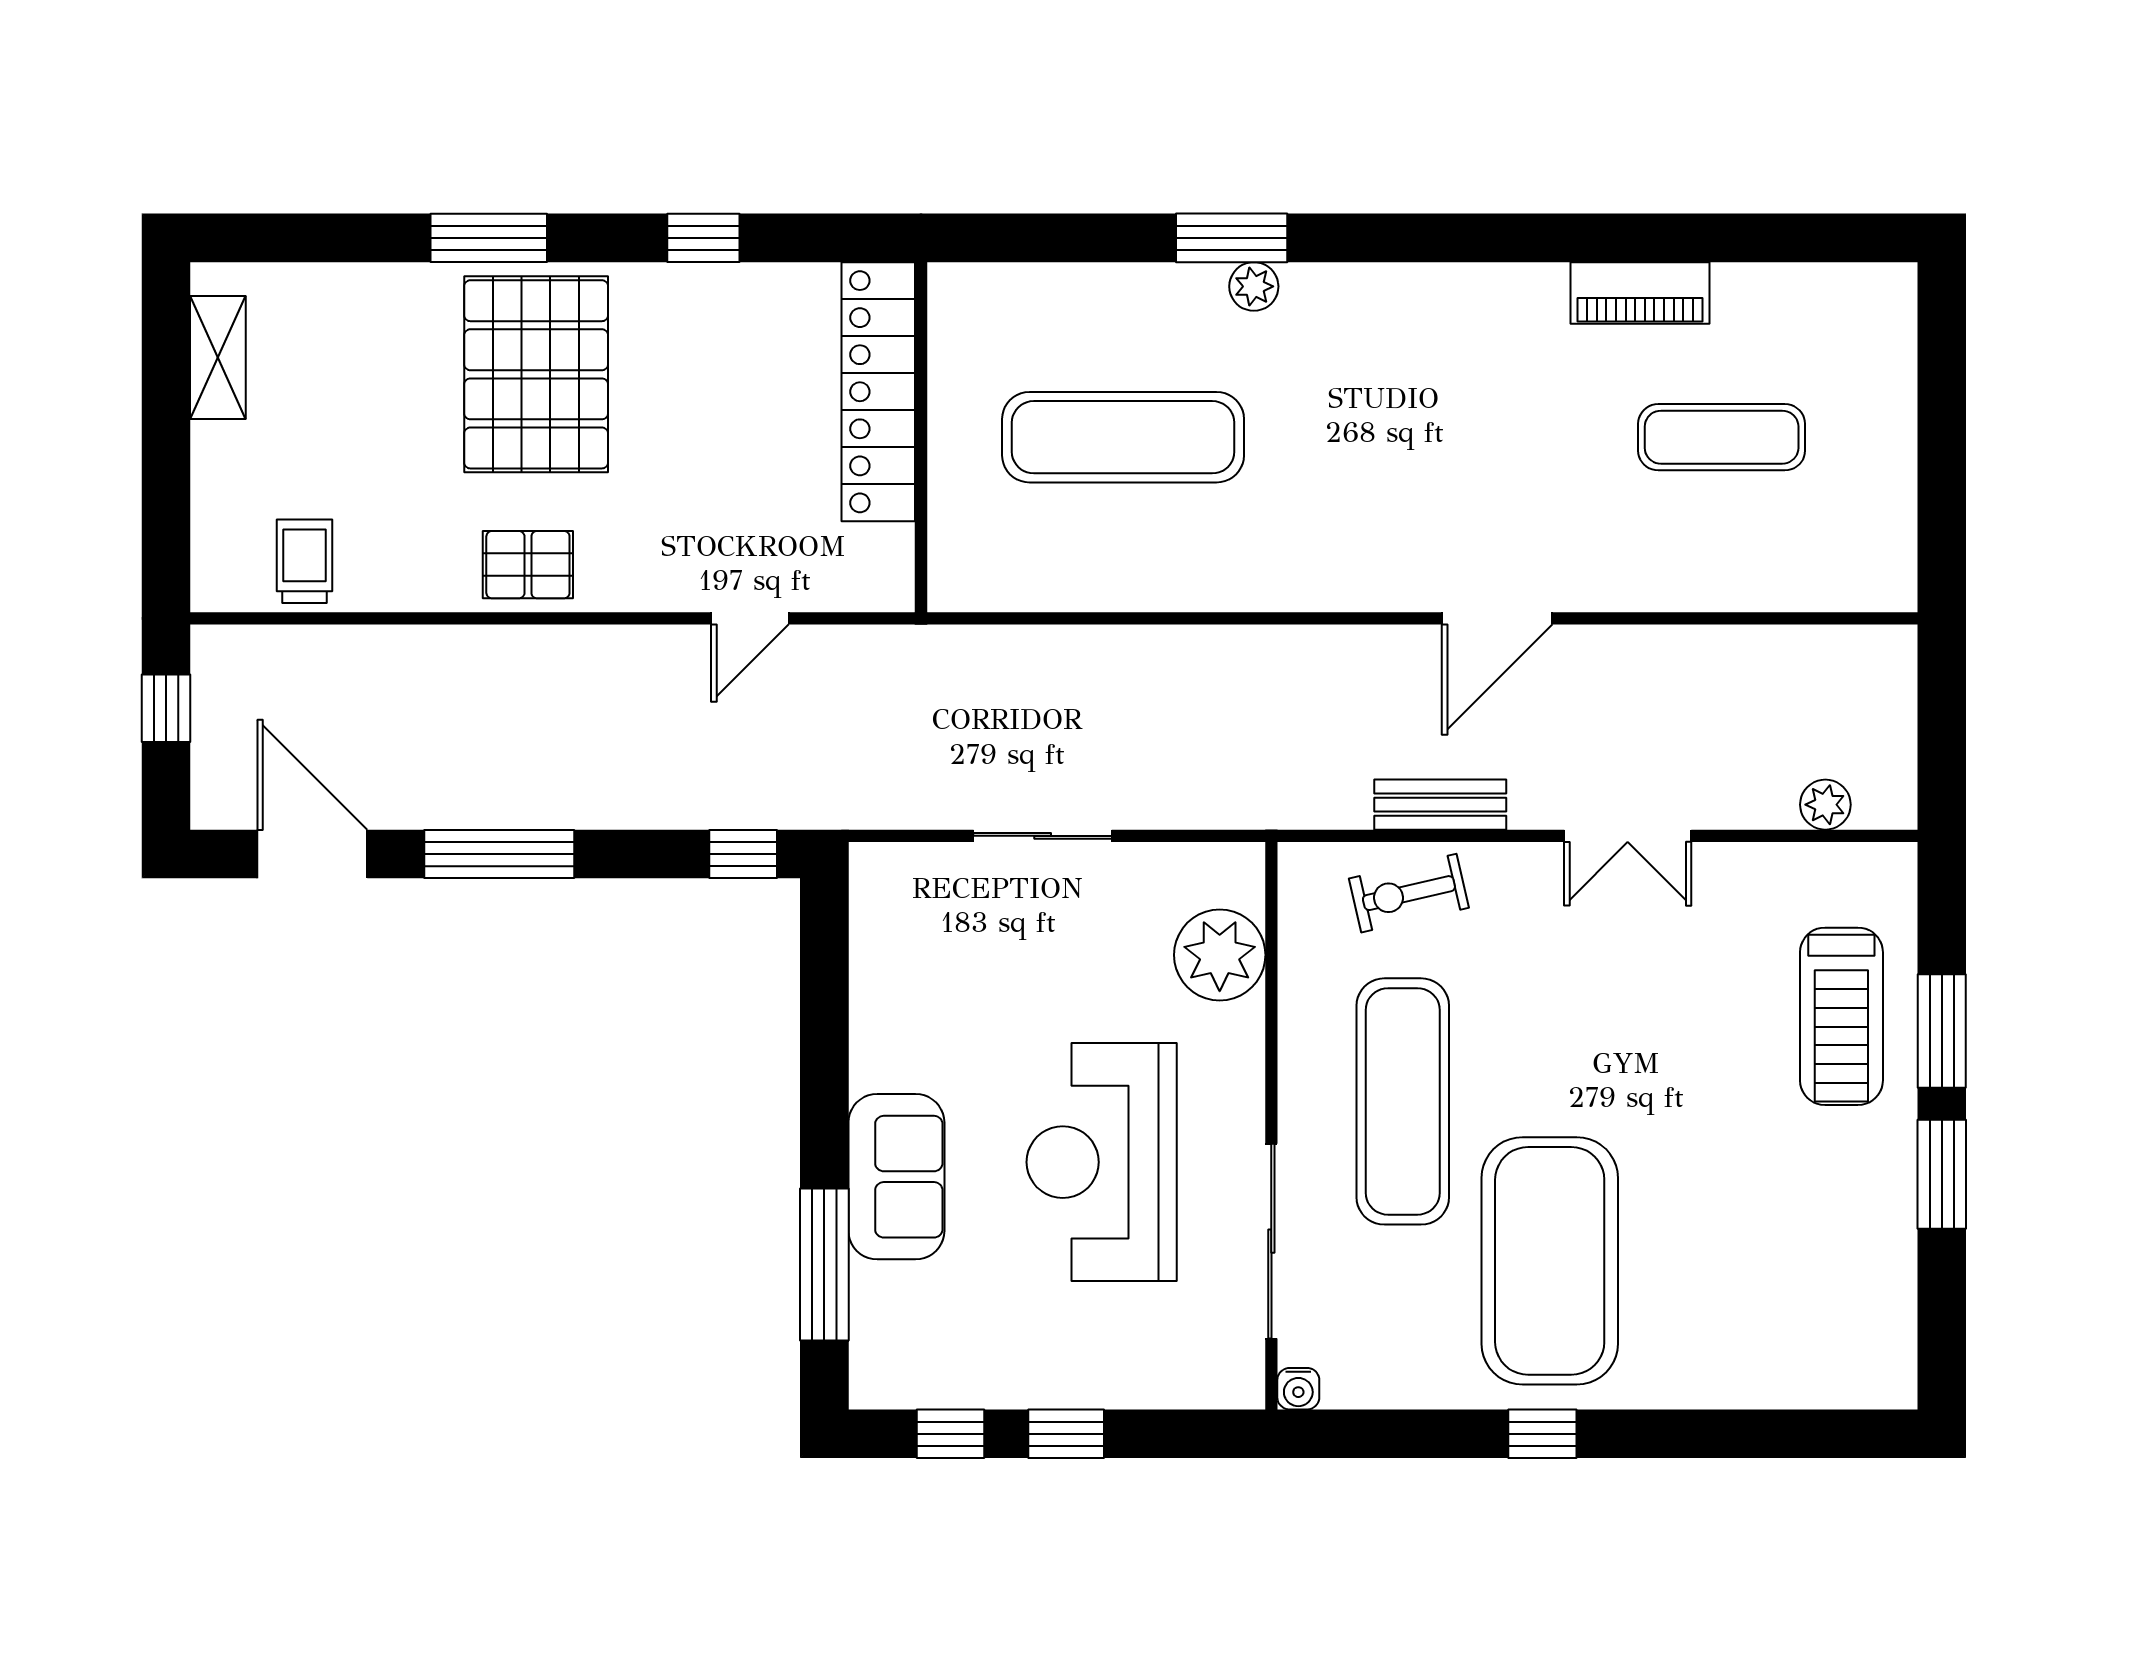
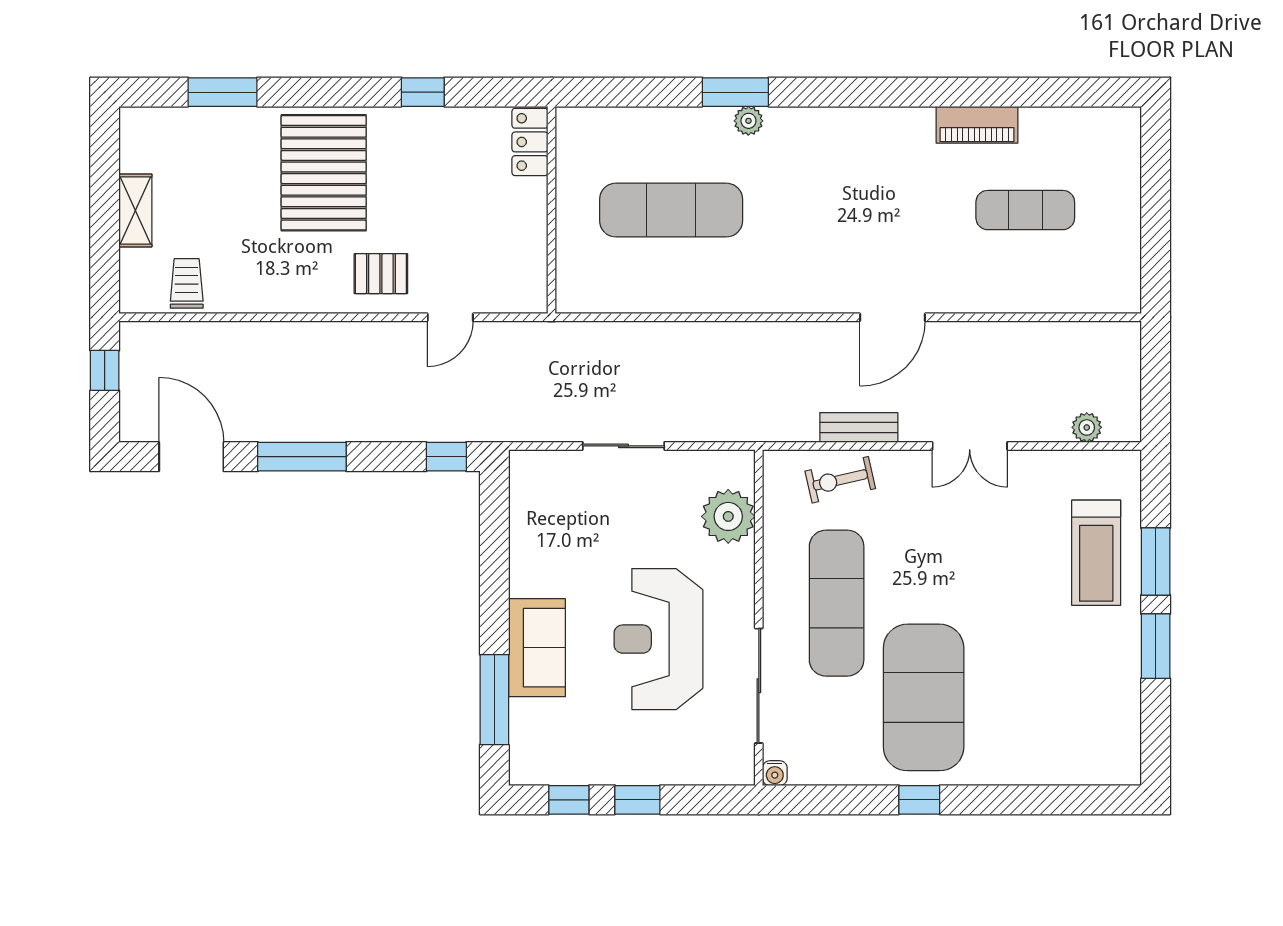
window: (489, 238) -> (223, 92), moved
shelving: (218, 358) -> (135, 210), moved
locker: (878, 392) -> (530, 142), width x0.46, depth x0.83
pallet: (528, 565) -> (381, 274), moved

